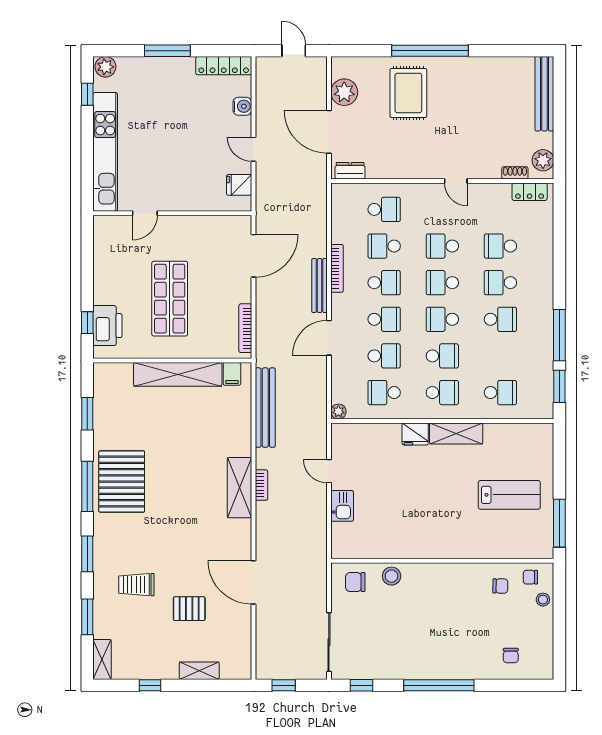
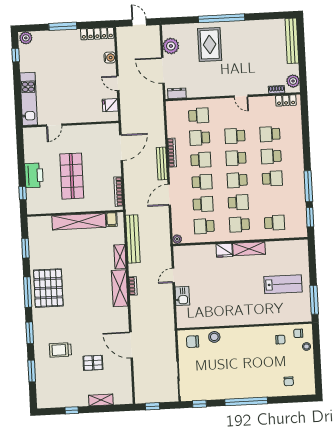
kitchen unit: (105, 152) -> (29, 99), width x0.73
printer: (107, 326) -> (34, 175), moved
school desk: (442, 393) -> (239, 224), turned 180
door: (329, 471) -> (173, 275), hinge flipped
shelving: (102, 659) -> (120, 257), moved

